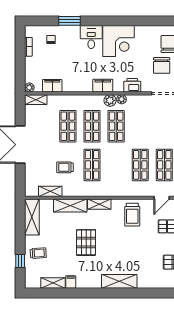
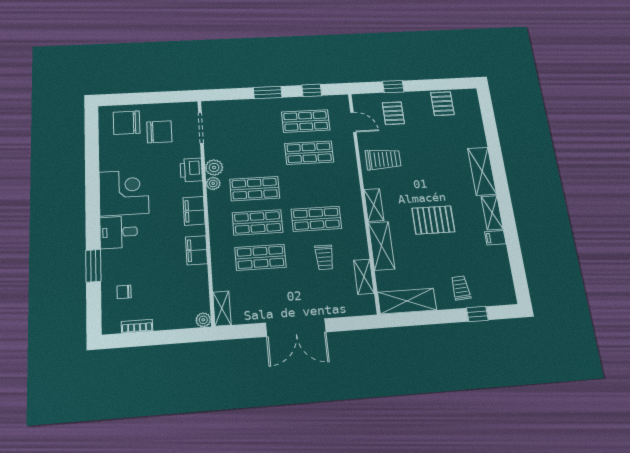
filing cabinet: (52, 86) -> (197, 250), moved
plant: (110, 100) -> (214, 167), moved
shelving: (53, 283) -> (492, 213), moved

